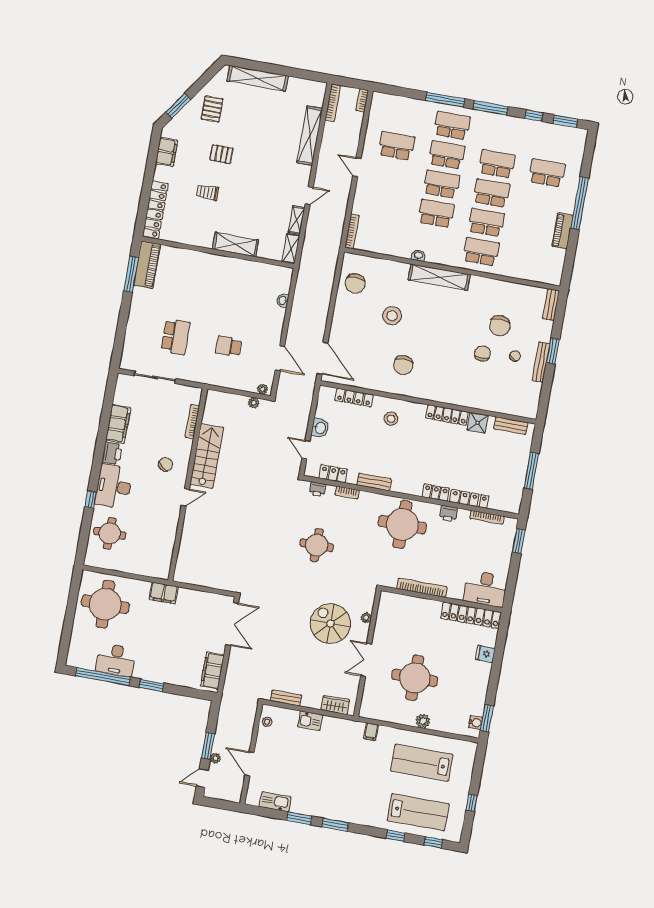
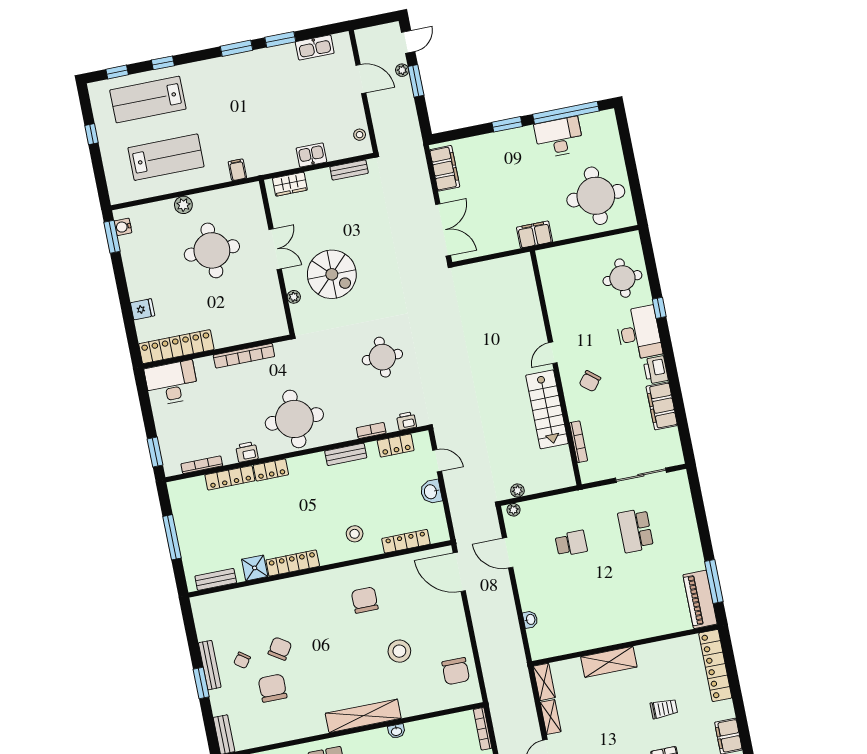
chair: (355, 283) -> (456, 671), turned 180
chair: (483, 354) -> (280, 649), turned -147
double door: (232, 624) -> (443, 230), swing flipped

